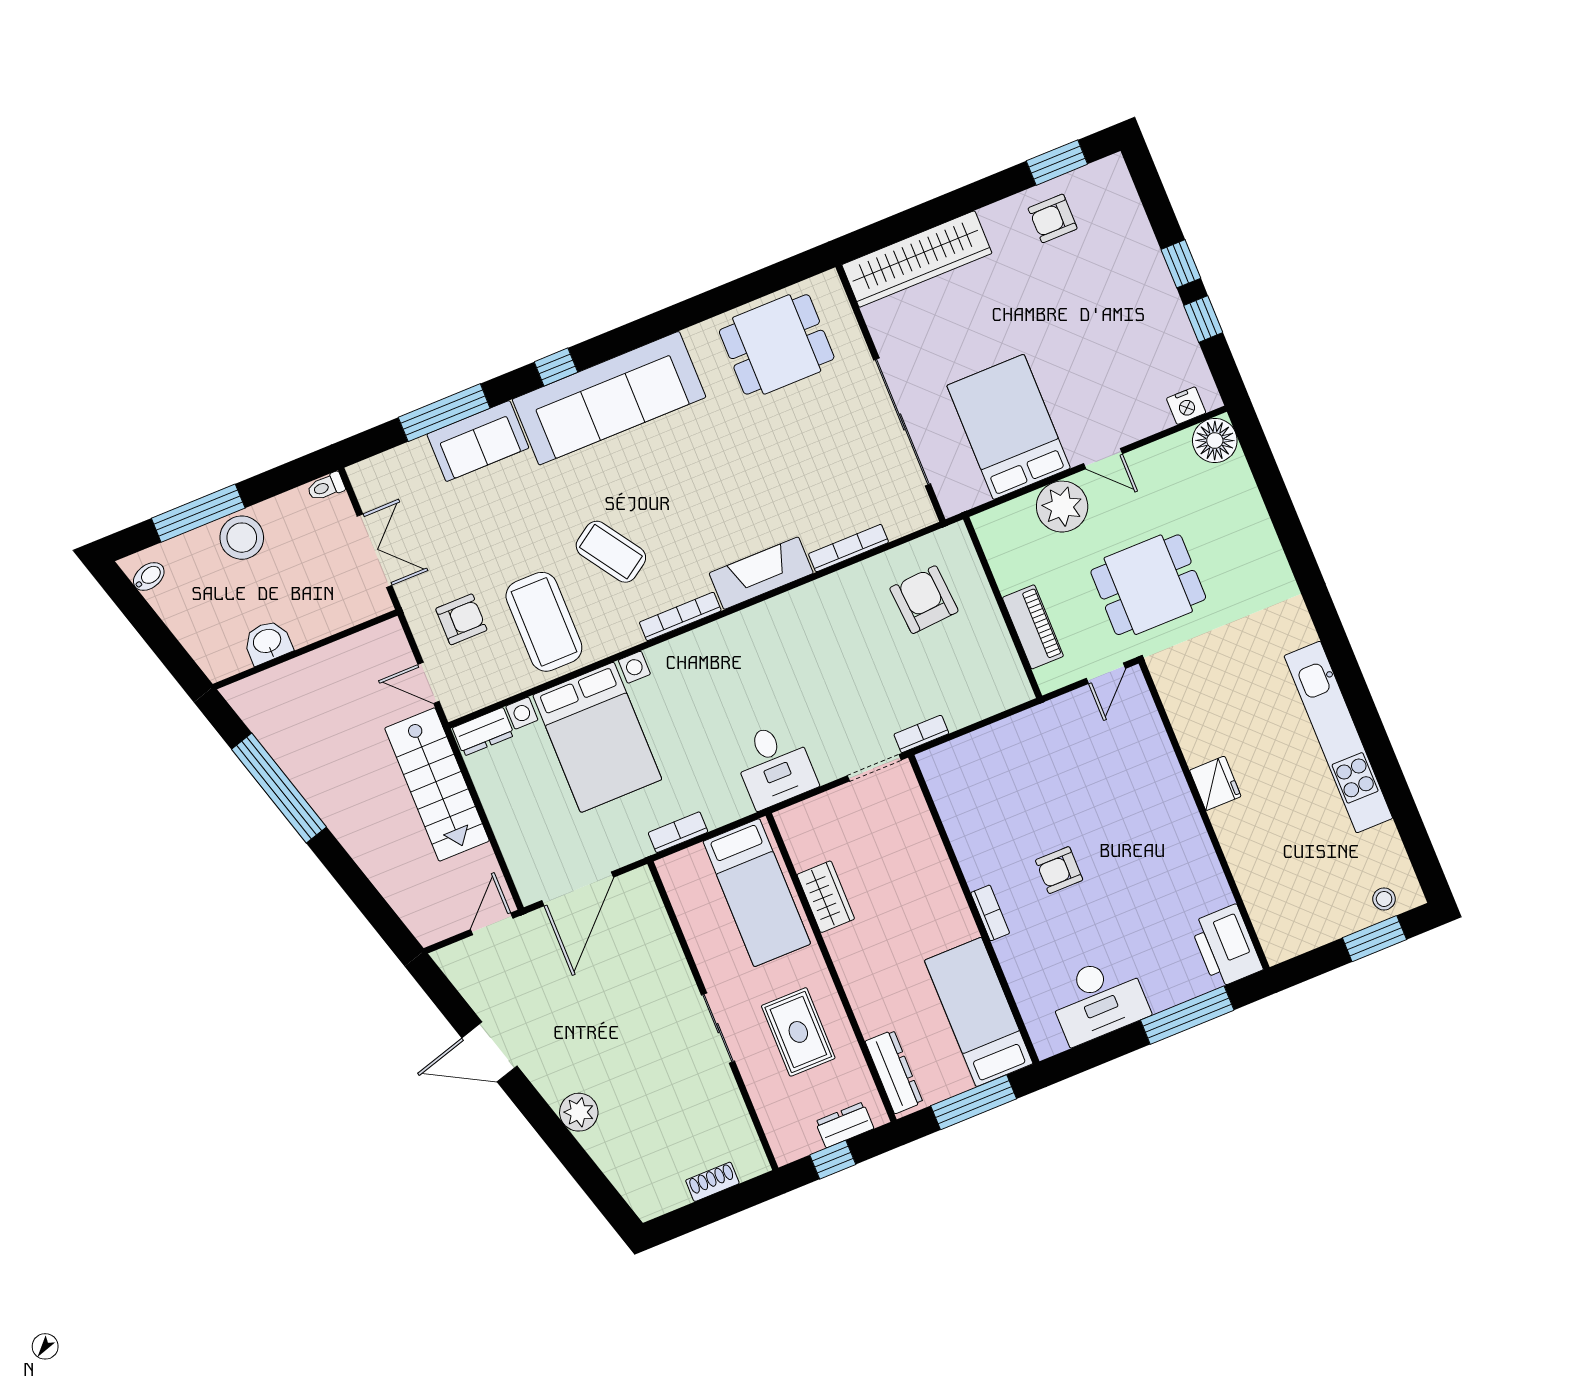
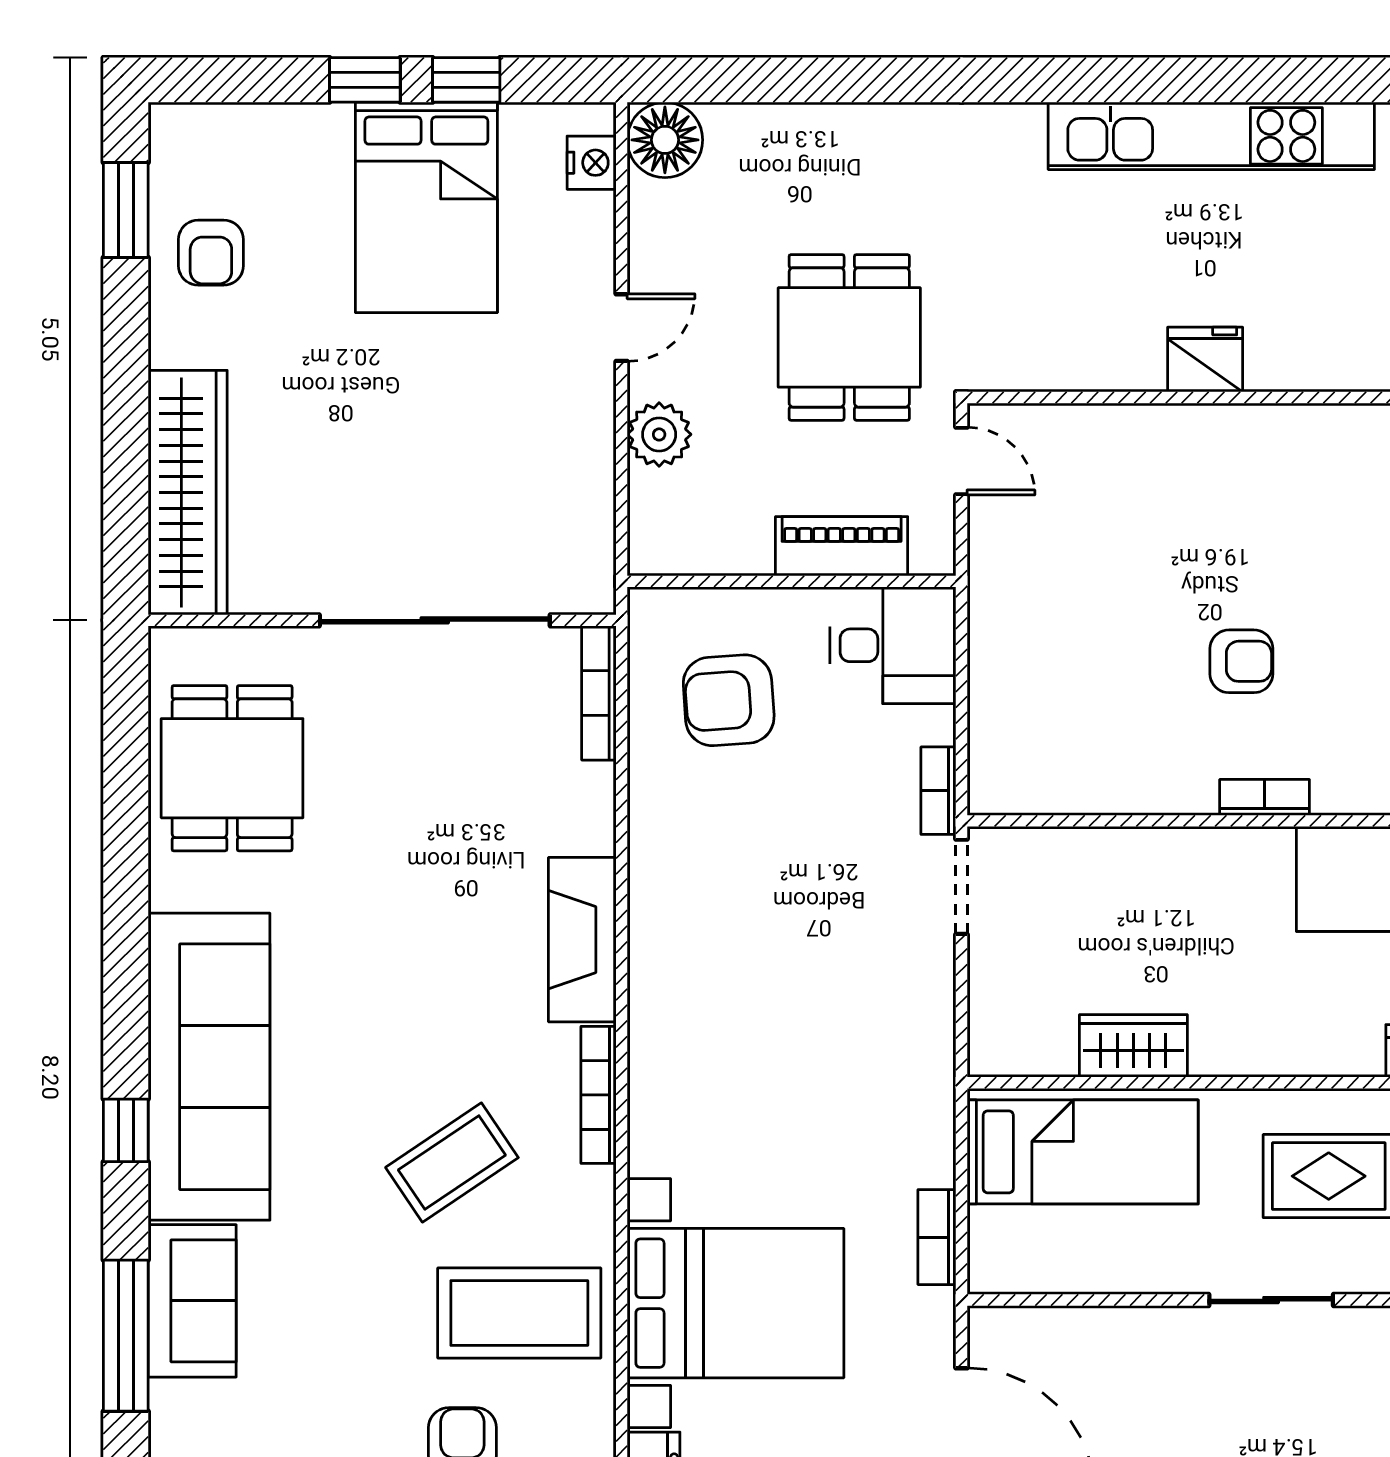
bed: (1009, 427) -> (426, 207), moved, turned -90
plant: (1062, 507) -> (659, 434), width x0.73, depth x0.73
bookcase: (849, 548) -> (599, 693), moved
desk: (774, 765) -> (893, 645), moved
armchair: (1059, 870) -> (1241, 661), turned -90

